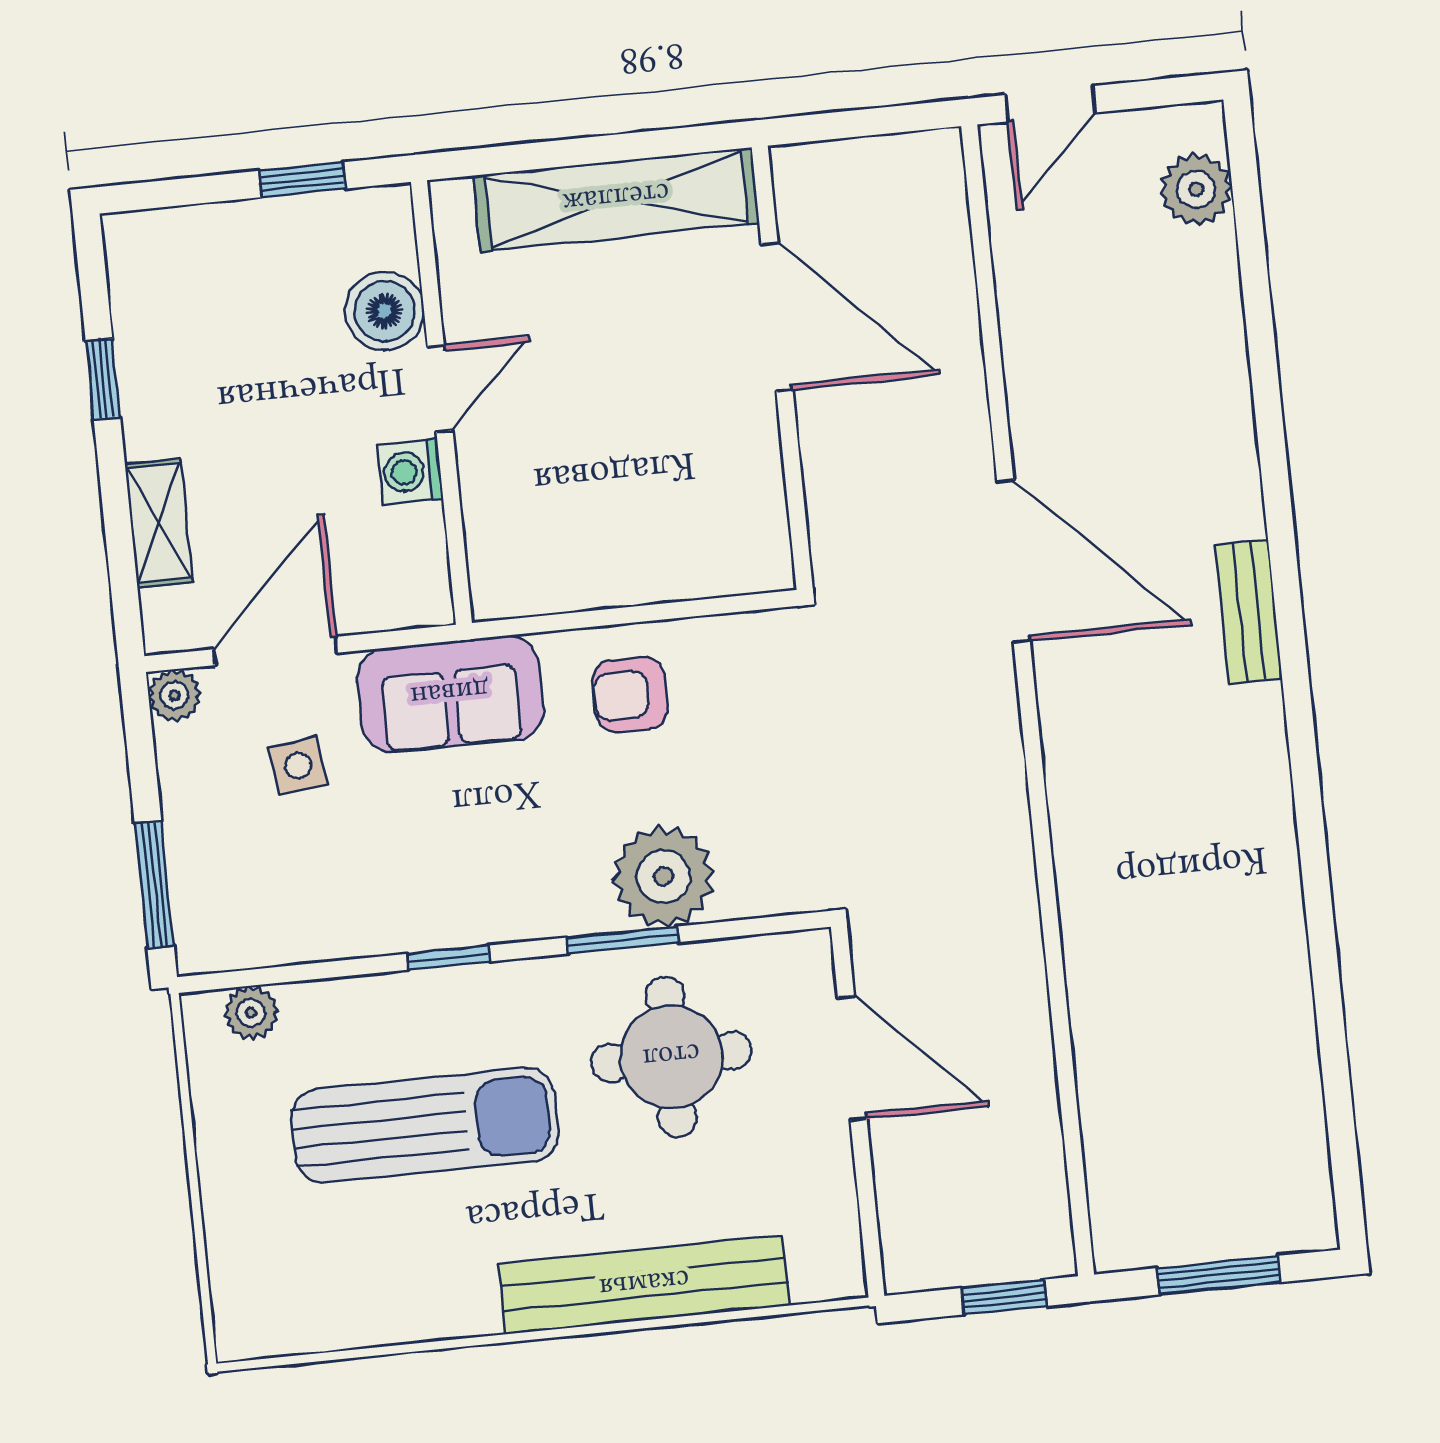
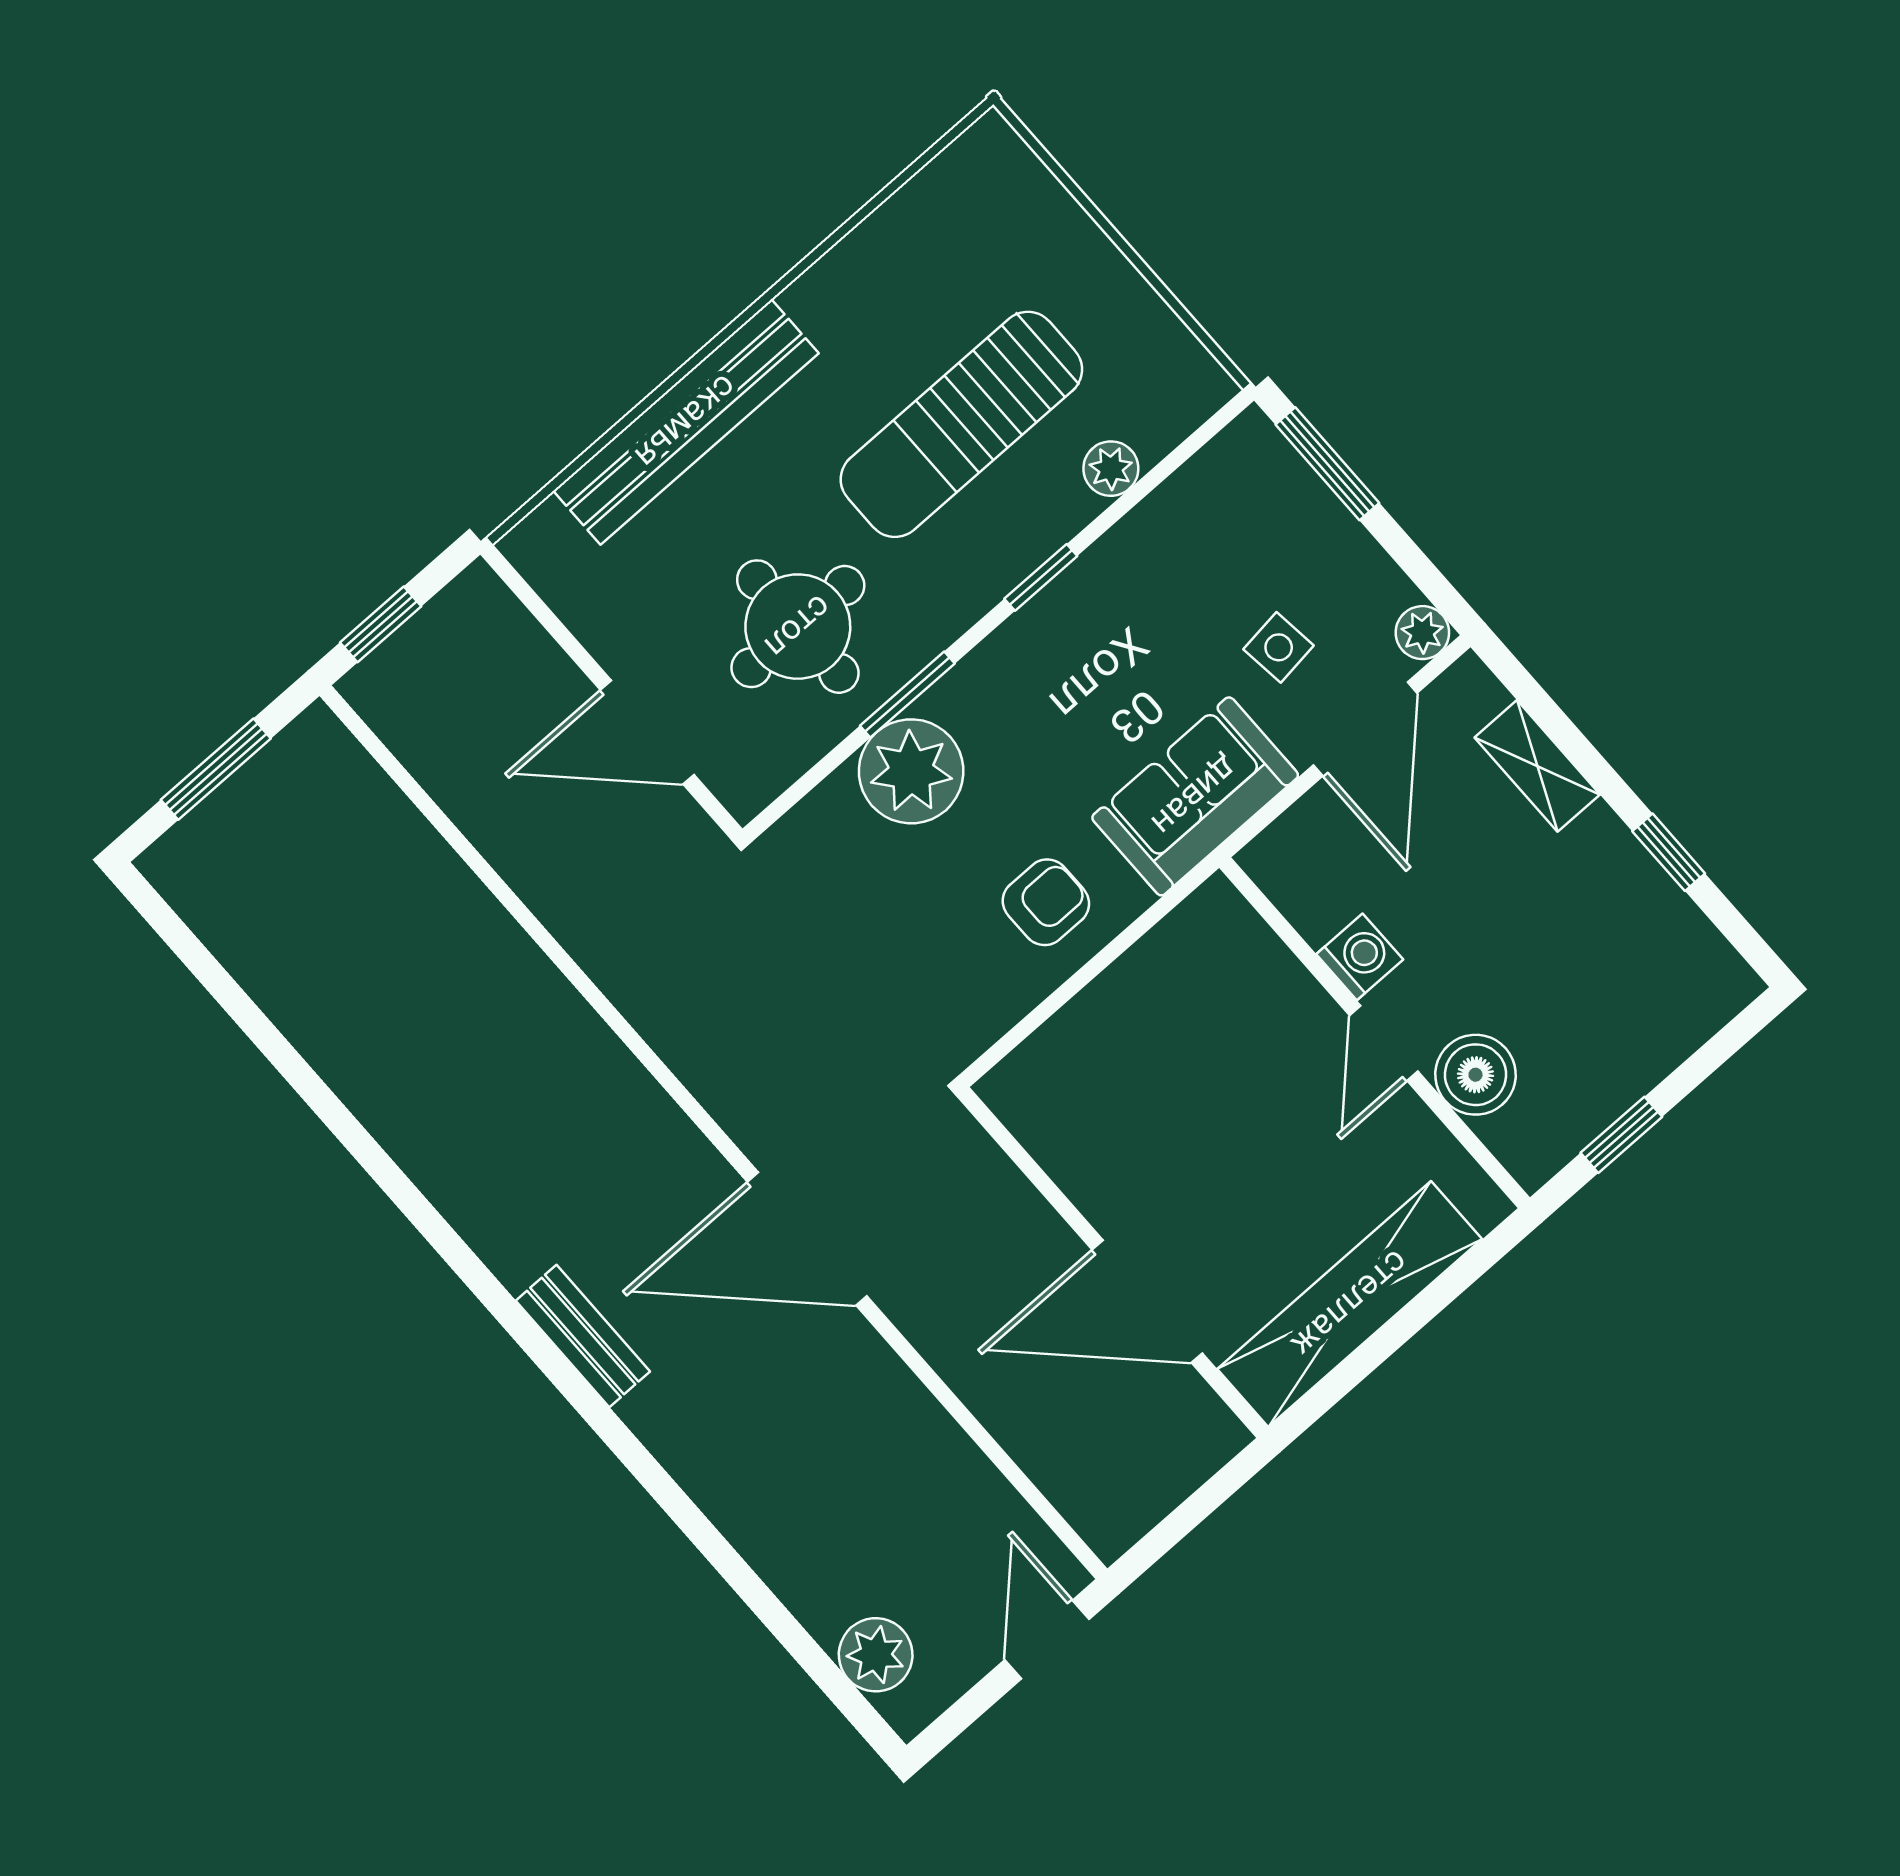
plant: (251, 1013) -> (1111, 469), moved

